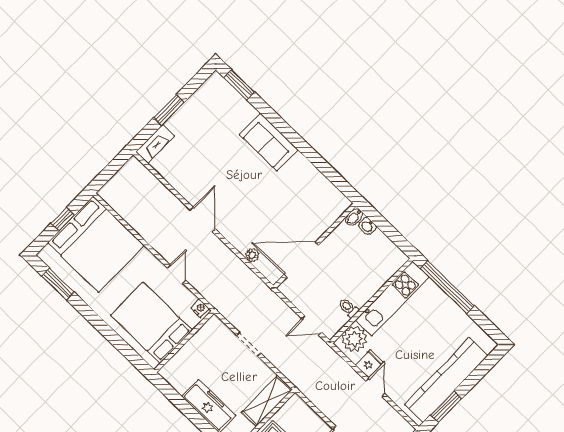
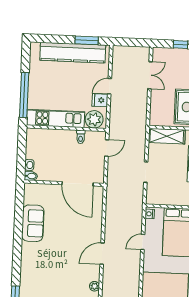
sofa: (269, 142) -> (33, 223), moved
plant: (252, 255) -> (95, 286), moved
door: (312, 325) -> (107, 148), hinge flipped

